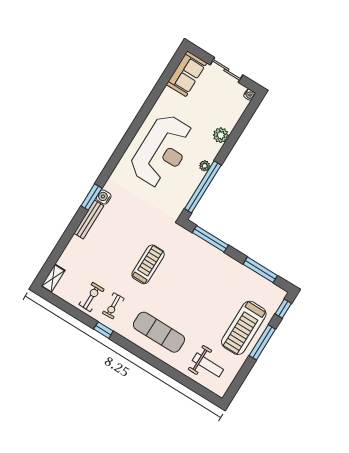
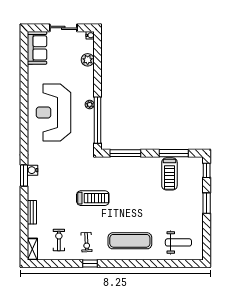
plant: (221, 135) -> (88, 60), moved
reception desk: (162, 151) -> (53, 112), turned 180
bench: (89, 220) -> (32, 212), moved, width x0.73
treadmill: (148, 264) -> (93, 198), turned 90
exercise bike: (92, 297) -> (59, 240), moved
treadmill: (244, 328) -> (169, 174), moved, width x0.73, depth x0.73
window: (262, 342) -> (207, 203), width x0.69

